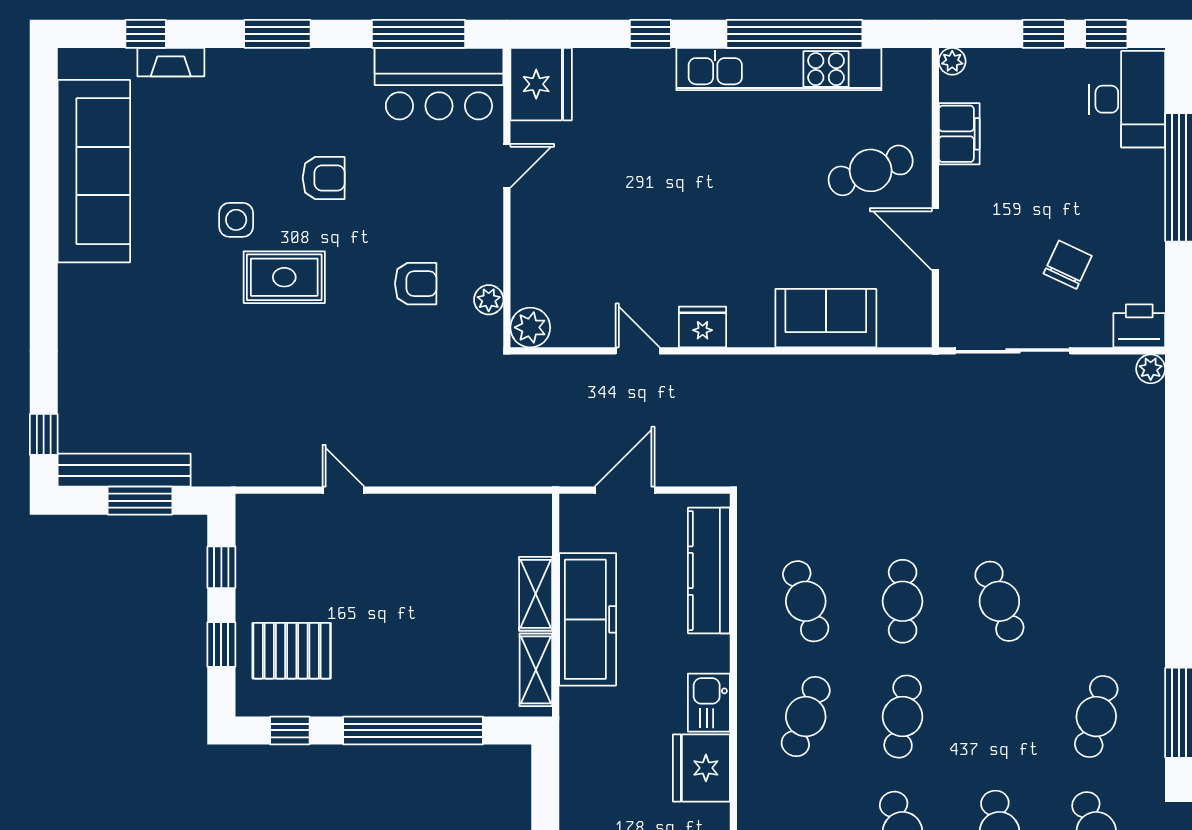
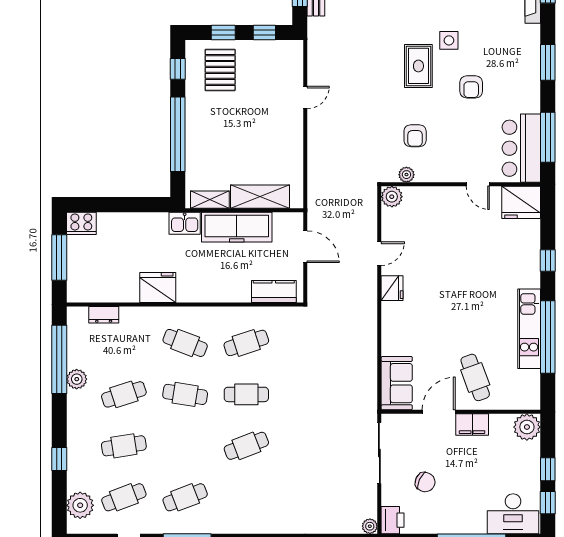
plant: (952, 61) -> (527, 427), width x1.88, depth x1.88
kitchen unit: (779, 69) -> (529, 329), width x0.73
filing cabinet: (959, 134) -> (472, 424), moved
sofa: (826, 318) -> (397, 383), moved
kitchen counter: (709, 571) -> (274, 292), width x0.67
shelving: (536, 594) -> (260, 197), width x1.50, depth x1.33
kitchen sink: (709, 703) -> (185, 223), moved, turned 180
cafe table: (1096, 717) -> (185, 497), turned -36

